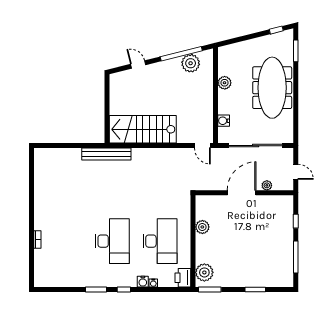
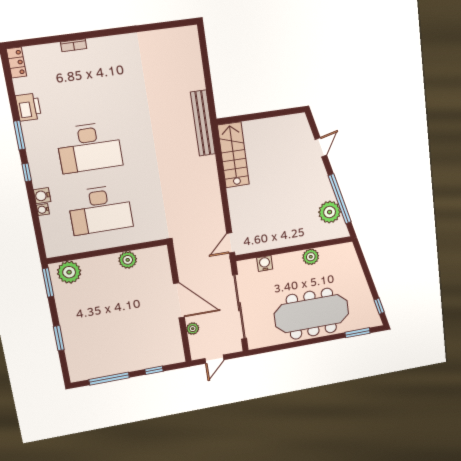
stairs: (143, 129) -> (233, 155), width x0.73, depth x0.66
printer: (183, 278) -> (28, 107), moved, turned 90
locker: (44, 282) -> (16, 63), added

